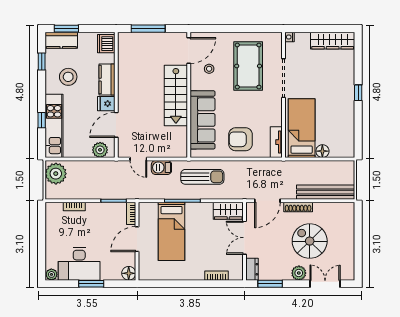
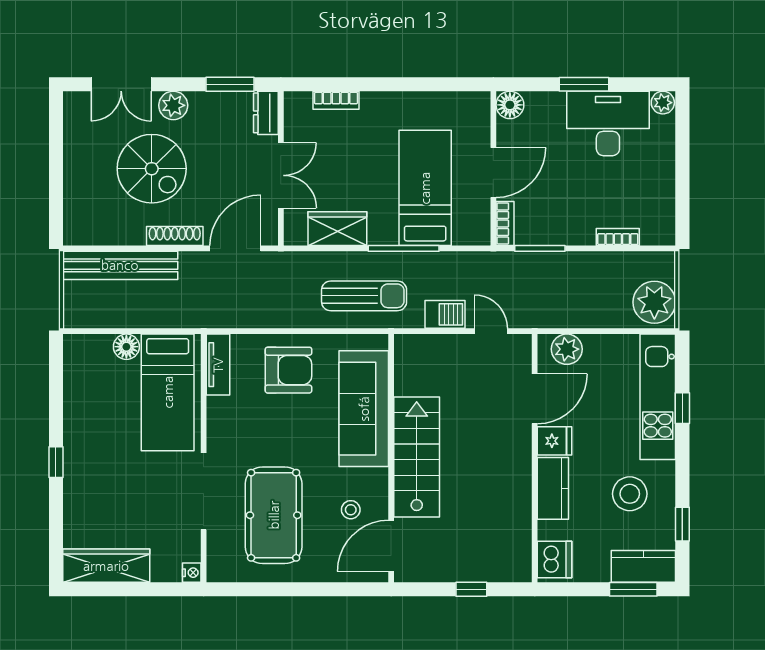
window: (148, 29) -> (471, 589), width x0.46
sun lounger: (202, 177) -> (364, 296), turned 180
wardrobe: (228, 211) -> (337, 229), moved

